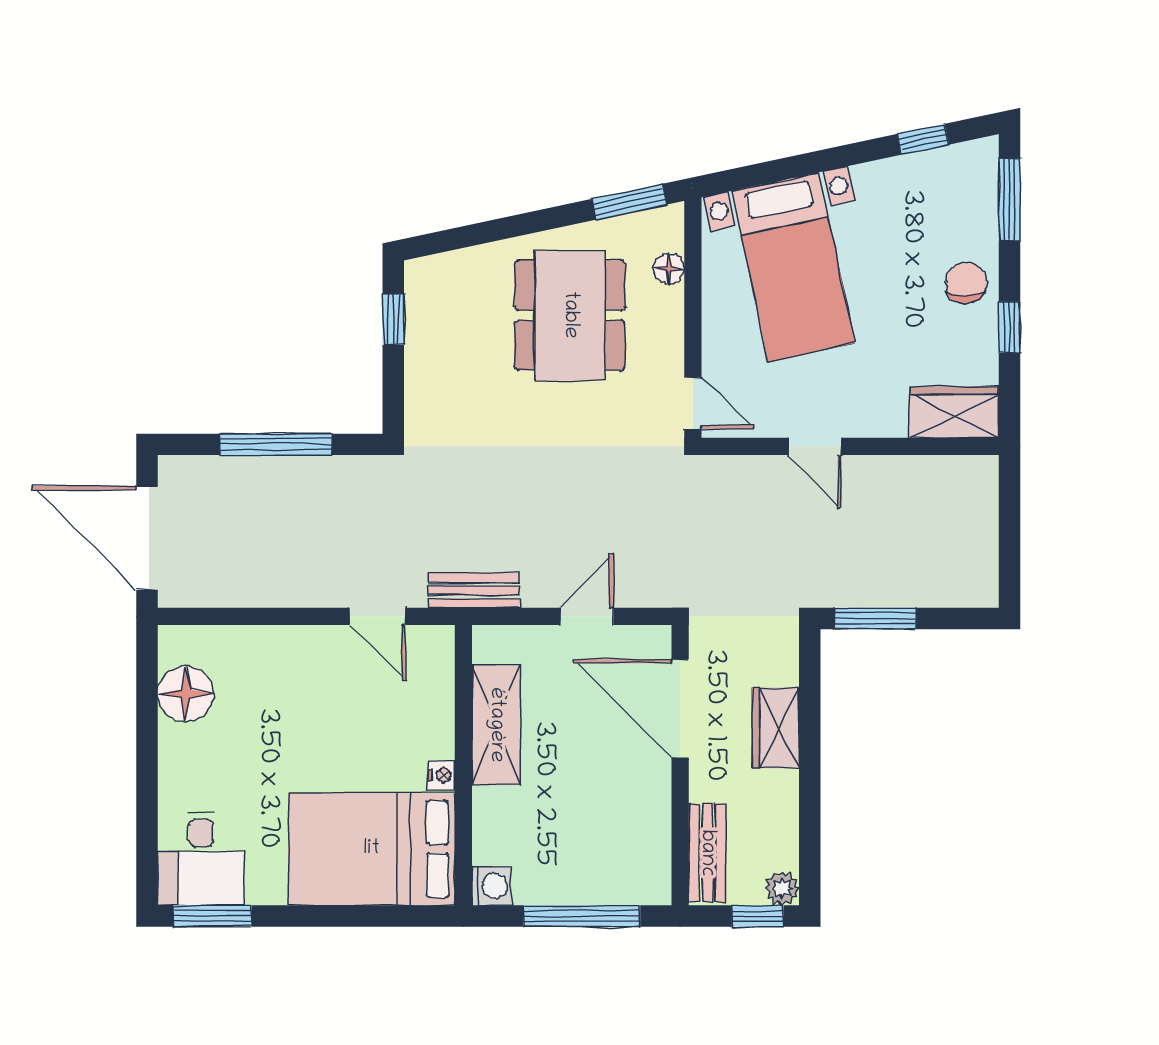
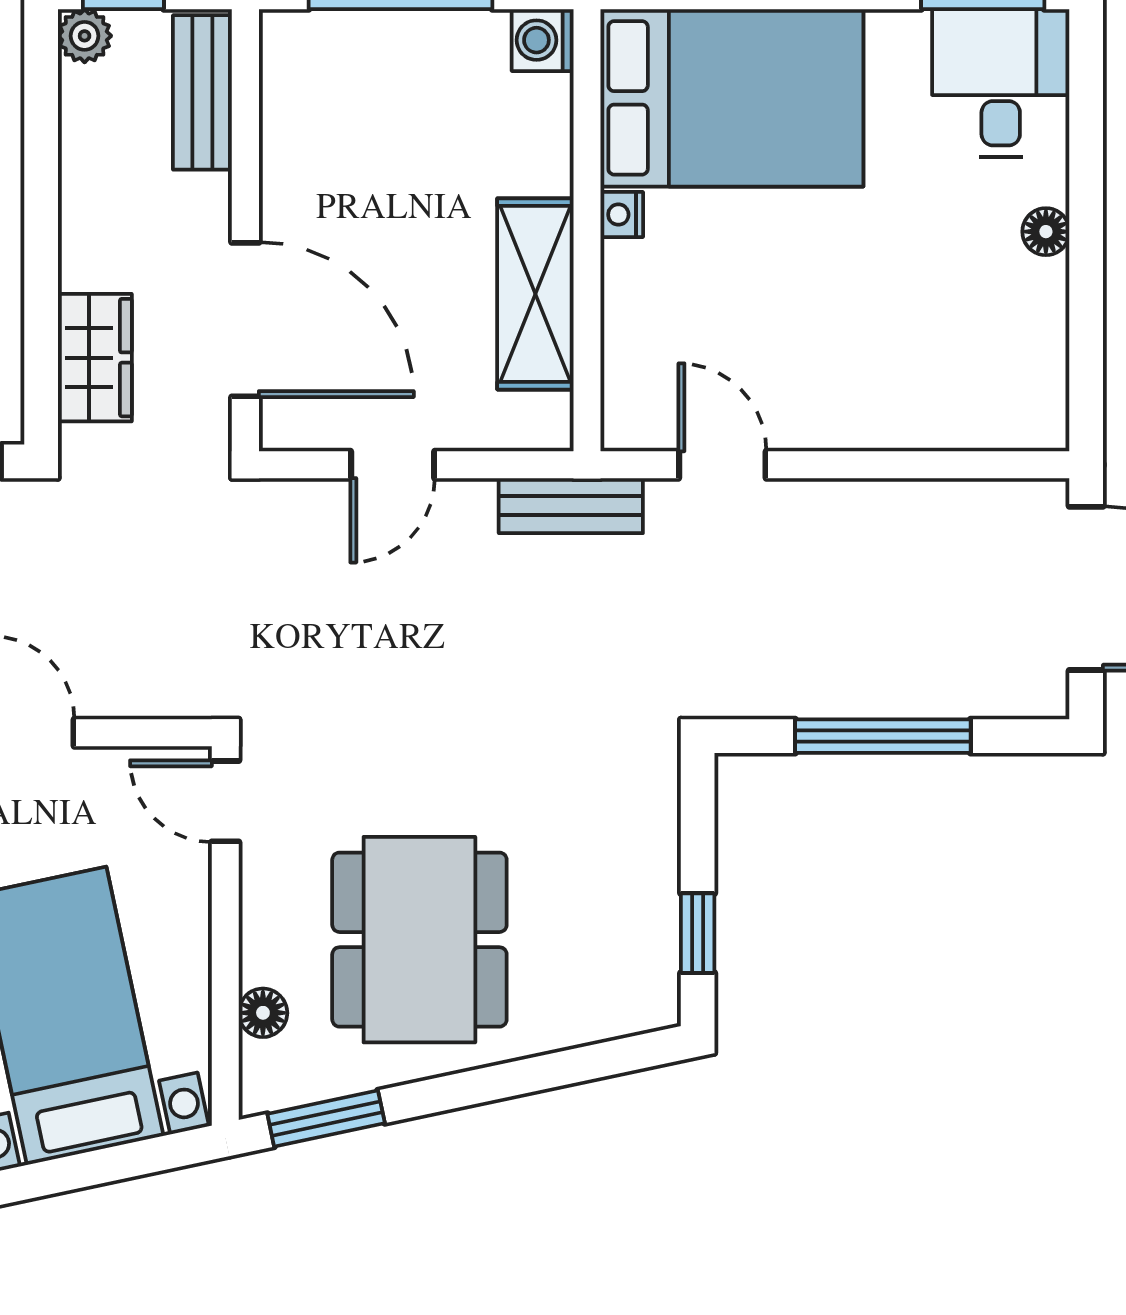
floor lamp: (186, 694) -> (1046, 232), moved, width x0.53, depth x0.53
wardrobe: (776, 728) -> (95, 358), moved

